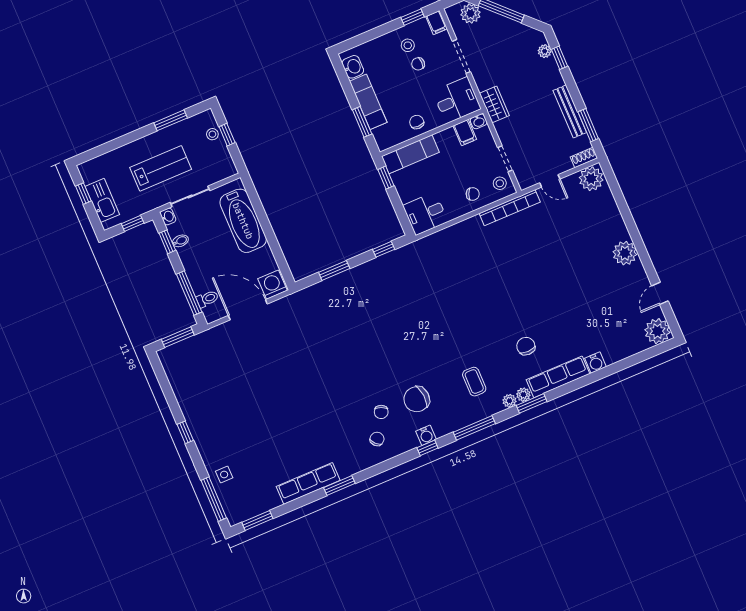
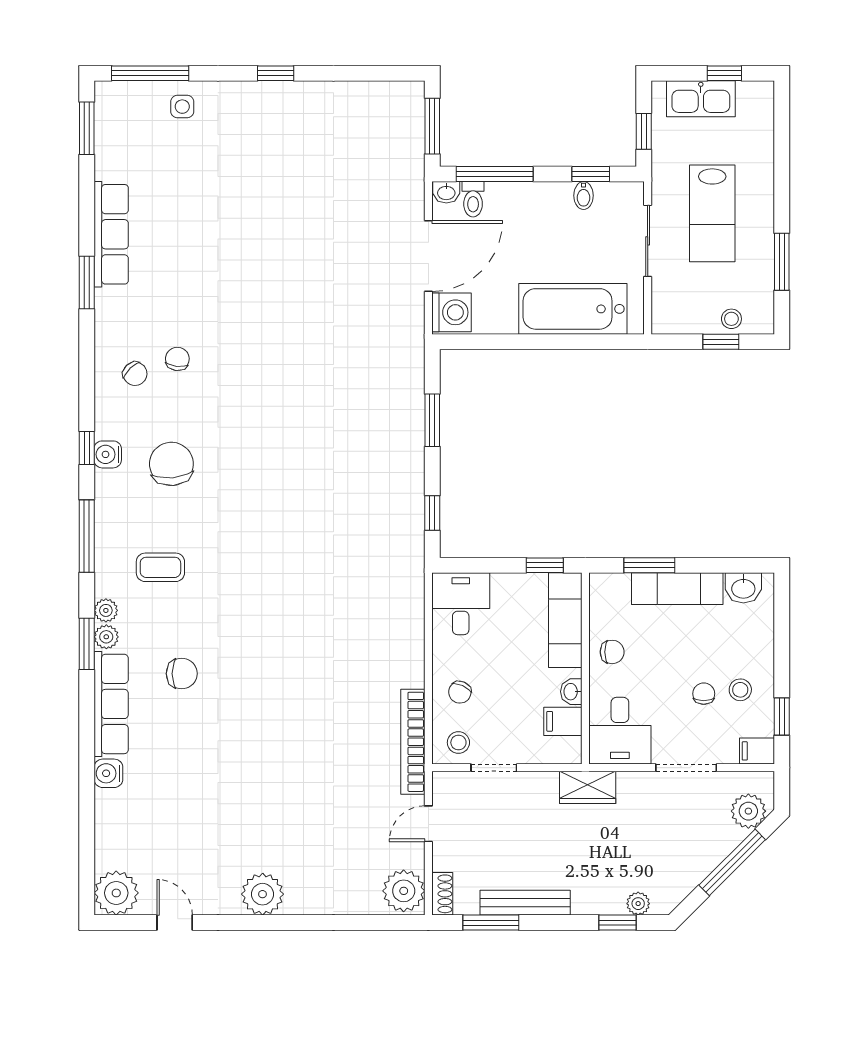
washbasin: (479, 121) -> (571, 692), moved
washbasin: (168, 217) -> (446, 192), moved
chair: (381, 412) -> (177, 359), moved, turned 74

